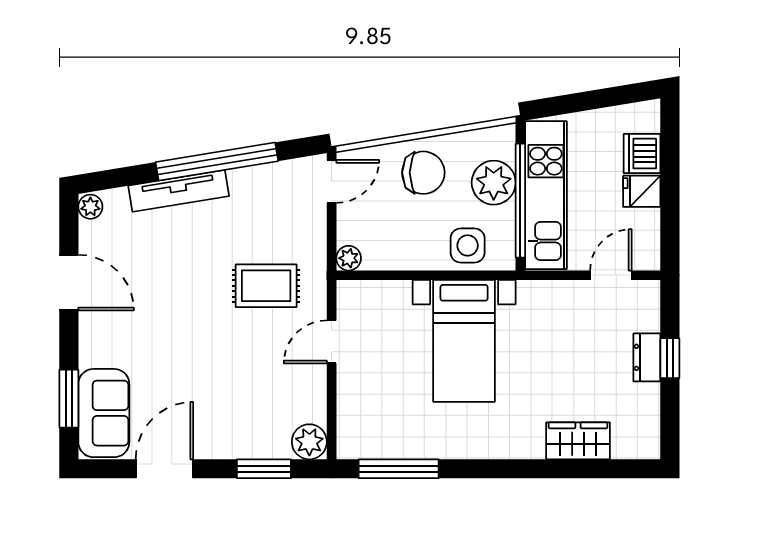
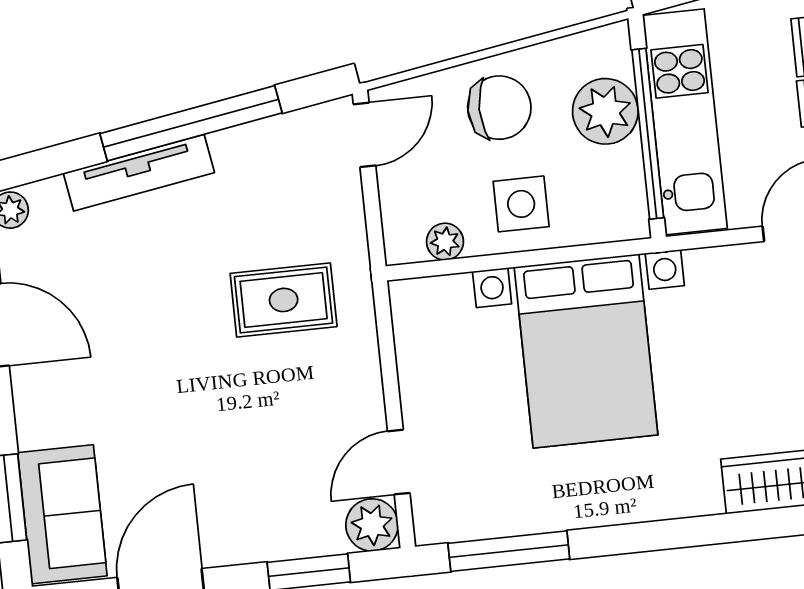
side table: (468, 245) -> (521, 204), moved
plant: (349, 258) -> (445, 242), moved
bed with nightstands: (464, 341) -> (586, 351), width x1.36
door: (332, 342) -> (399, 462), moved

